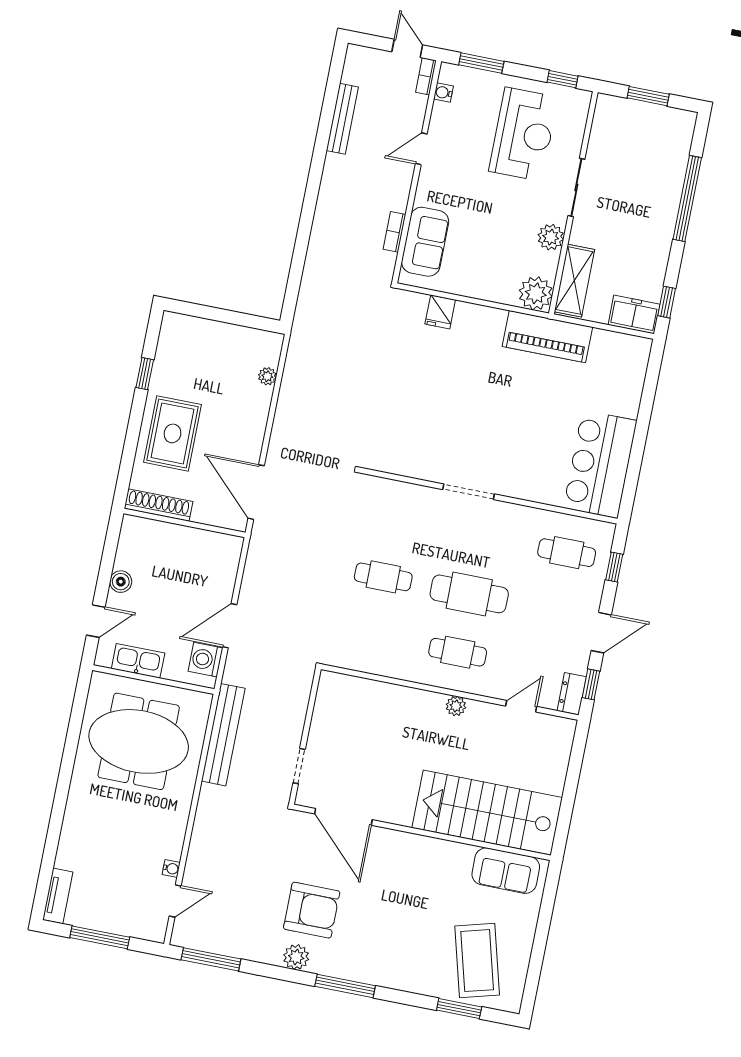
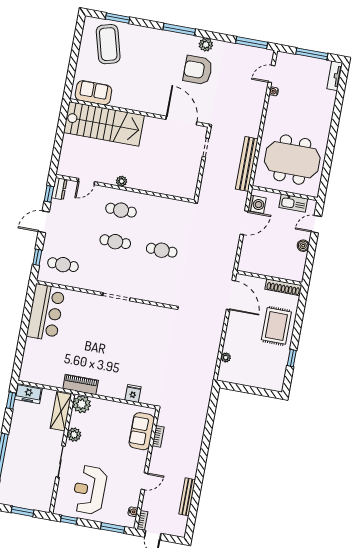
piano: (547, 337) -> (81, 384), width x0.73, depth x0.75
cafe table: (469, 594) -> (115, 242), width x0.73, depth x0.74

